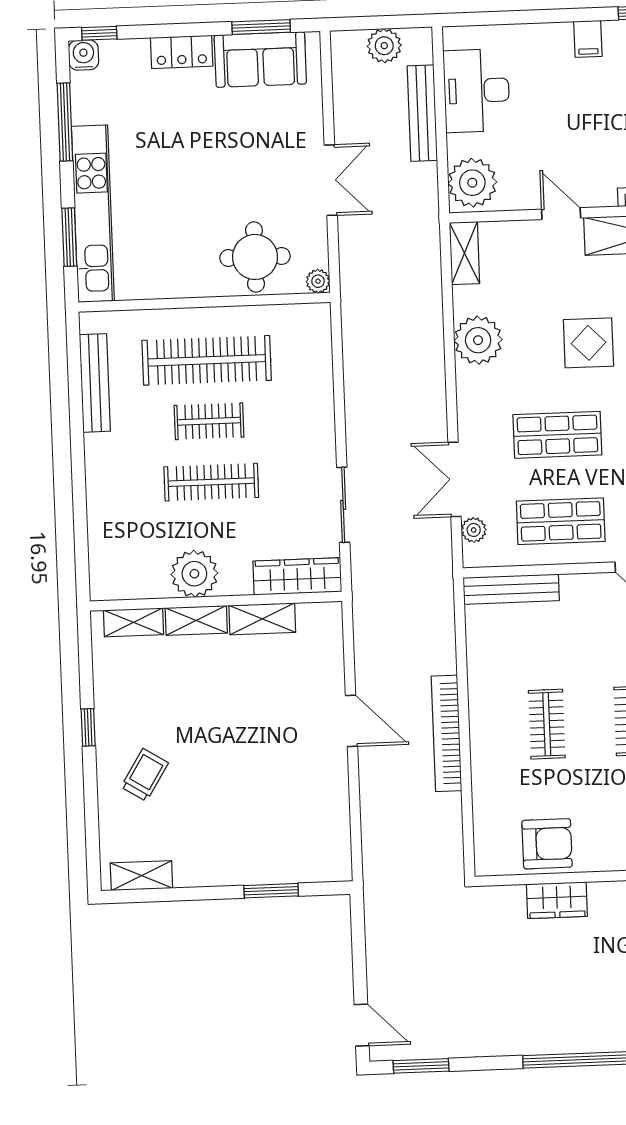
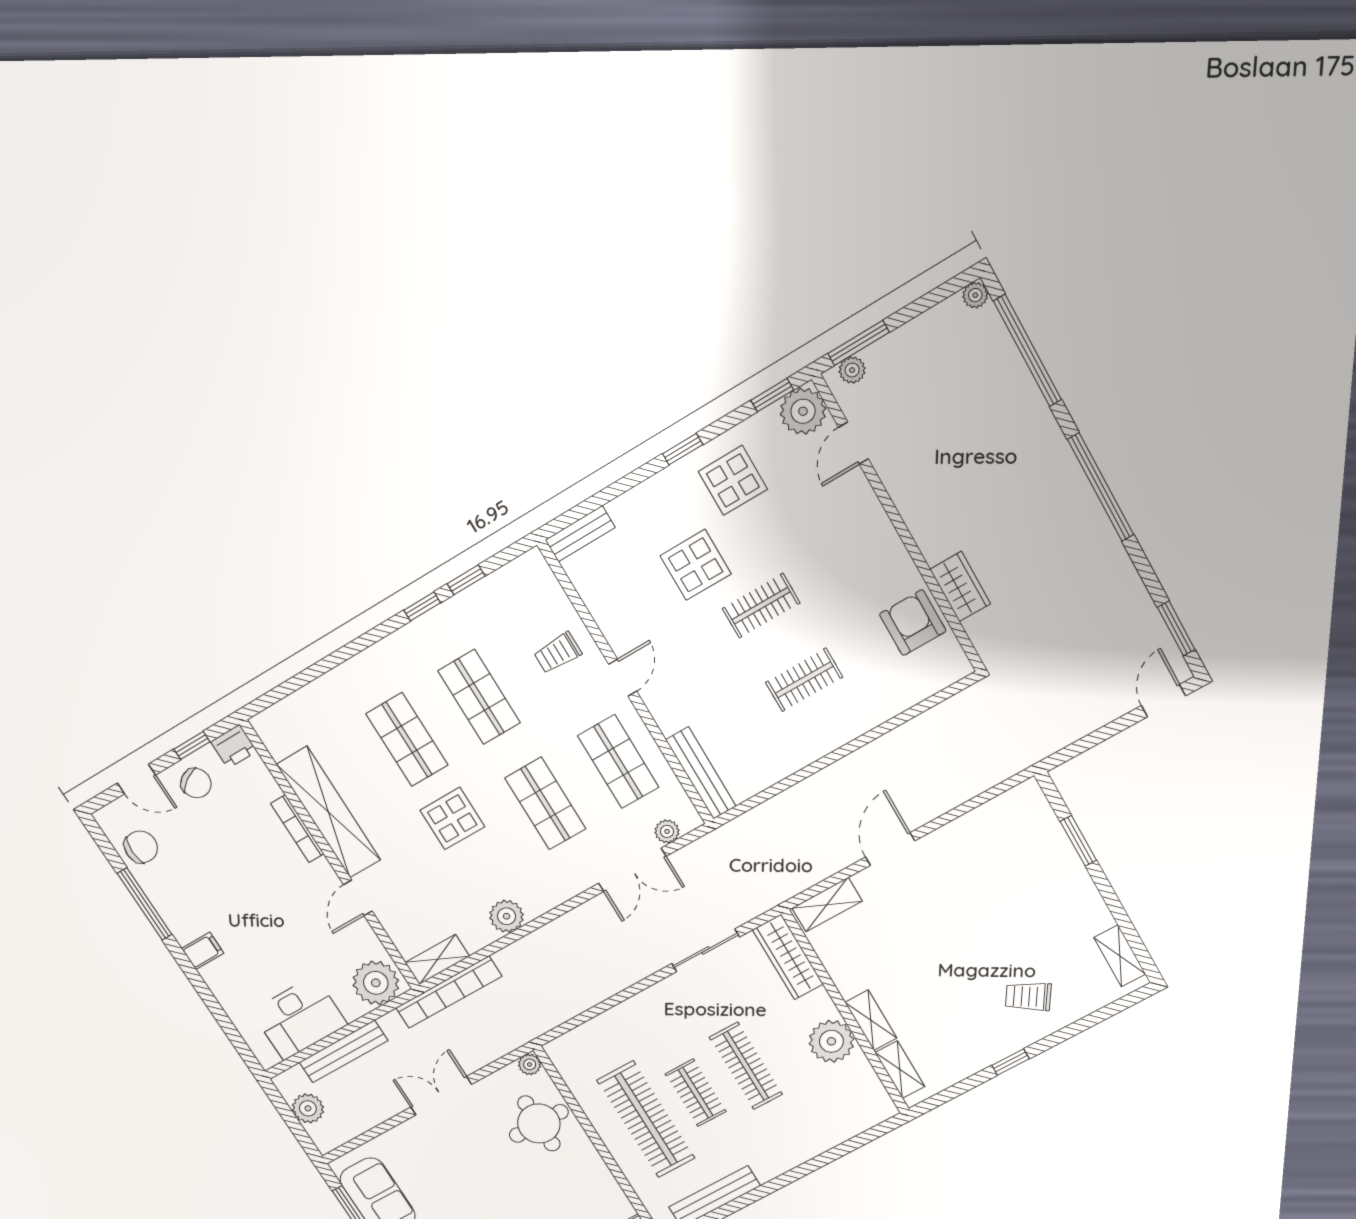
plant: (478, 340) -> (507, 916), width x0.73, depth x0.73
shelving: (262, 619) -> (827, 905), moved, turned 90
bookcase: (446, 733) -> (449, 992), moved

